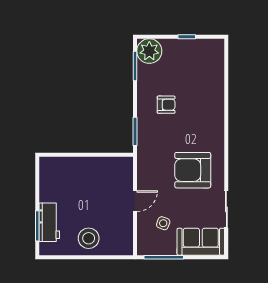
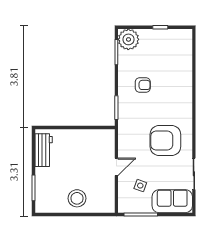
workbench: (49, 222) -> (44, 150), moved

